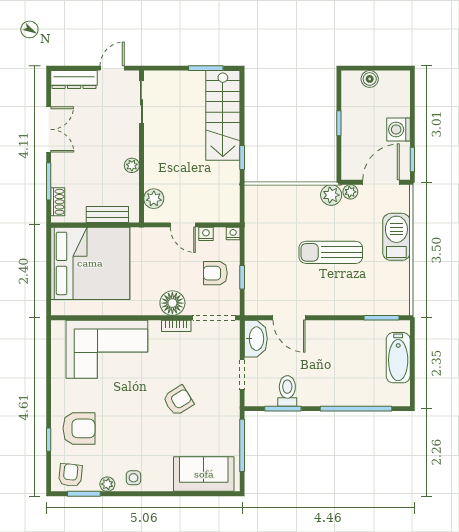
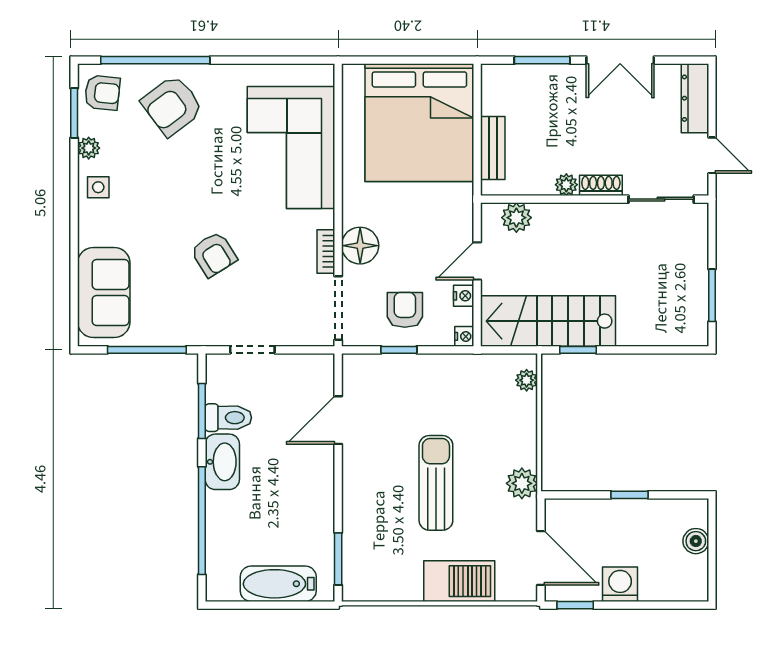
stairs: (223, 115) -> (548, 321), moved
plant: (350, 192) -> (527, 380), moved
shoe rack: (58, 202) -> (601, 185), moved, turned 180
washbasin: (256, 339) -> (222, 462), moved, turned -90
armchair: (79, 428) -> (172, 106), turned 53
window: (49, 440) -> (155, 60), width x3.17

